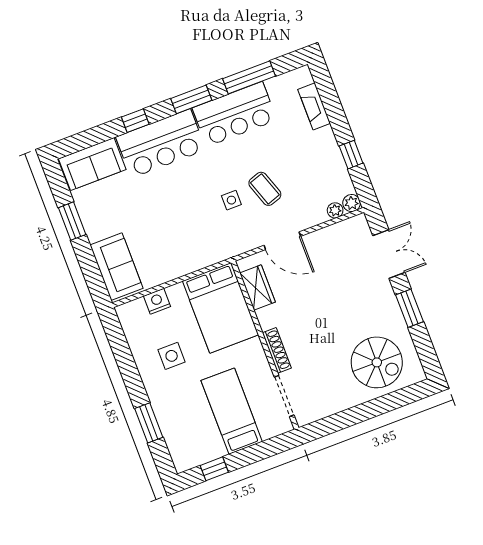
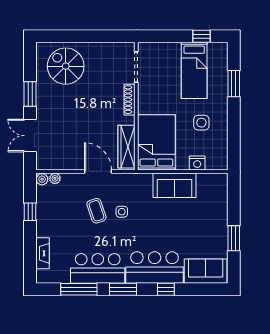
sofa: (116, 267) -> (175, 185), moved, turned -90
wardrobe: (257, 287) -> (127, 147), width x1.50
bed: (232, 411) -> (194, 70), moved

